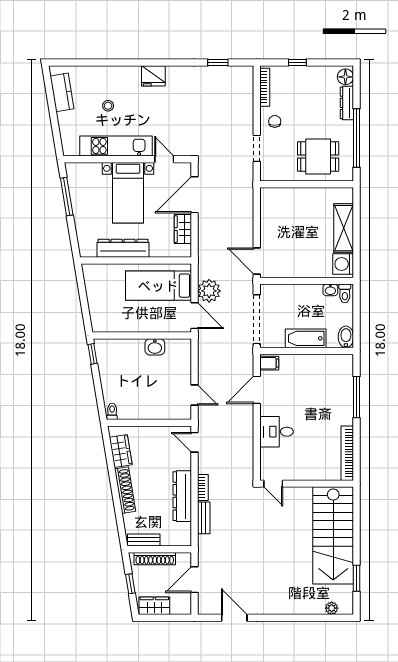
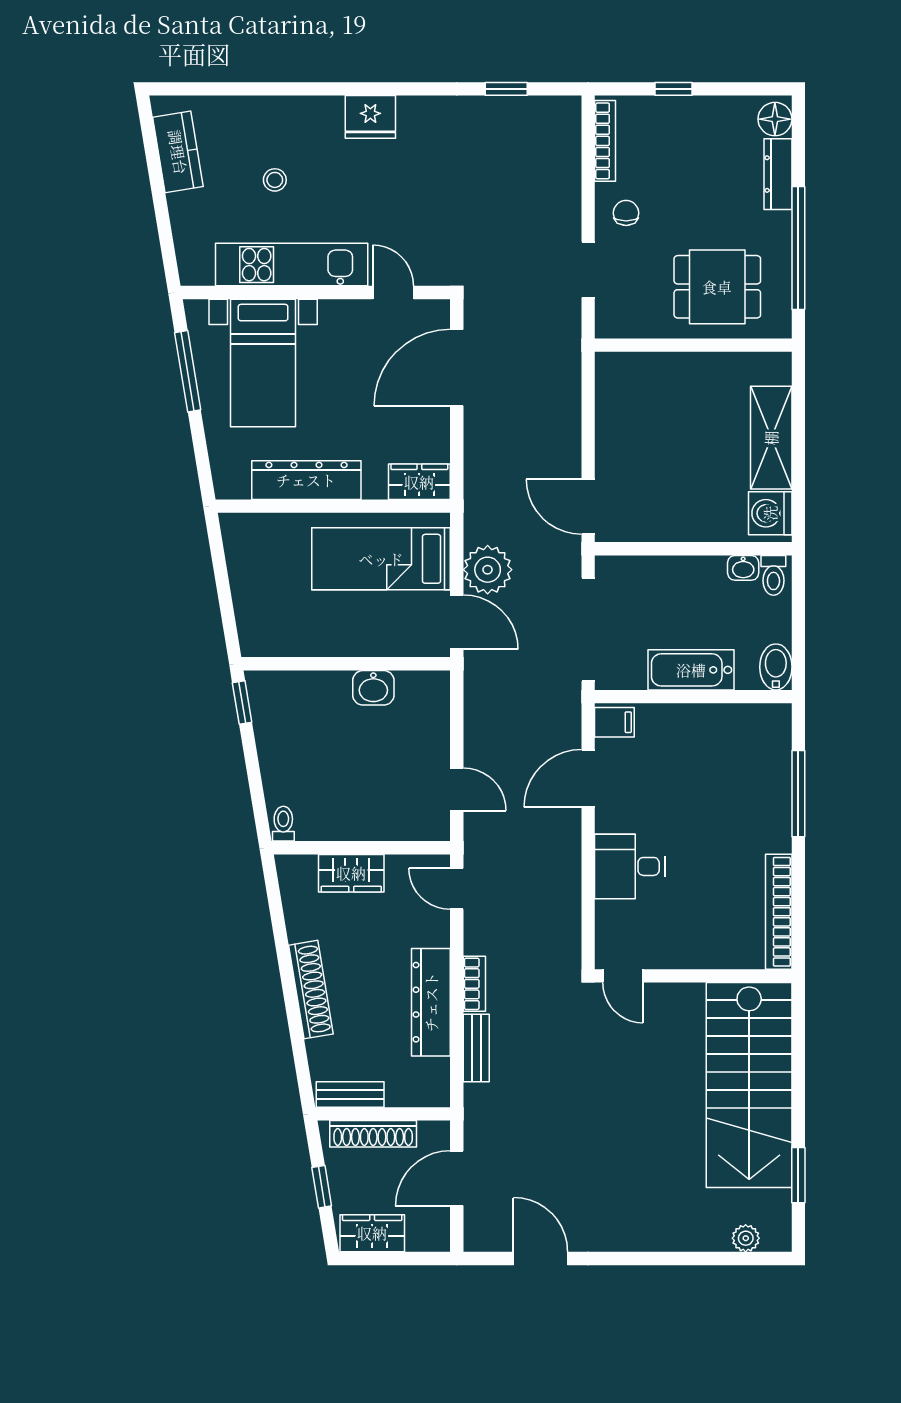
bed with nightstands: (128, 193) -> (263, 363), moved
wardrobe: (183, 229) -> (419, 482), moved, turned 90
wardrobe: (121, 451) -> (351, 873), moved, turned 99

